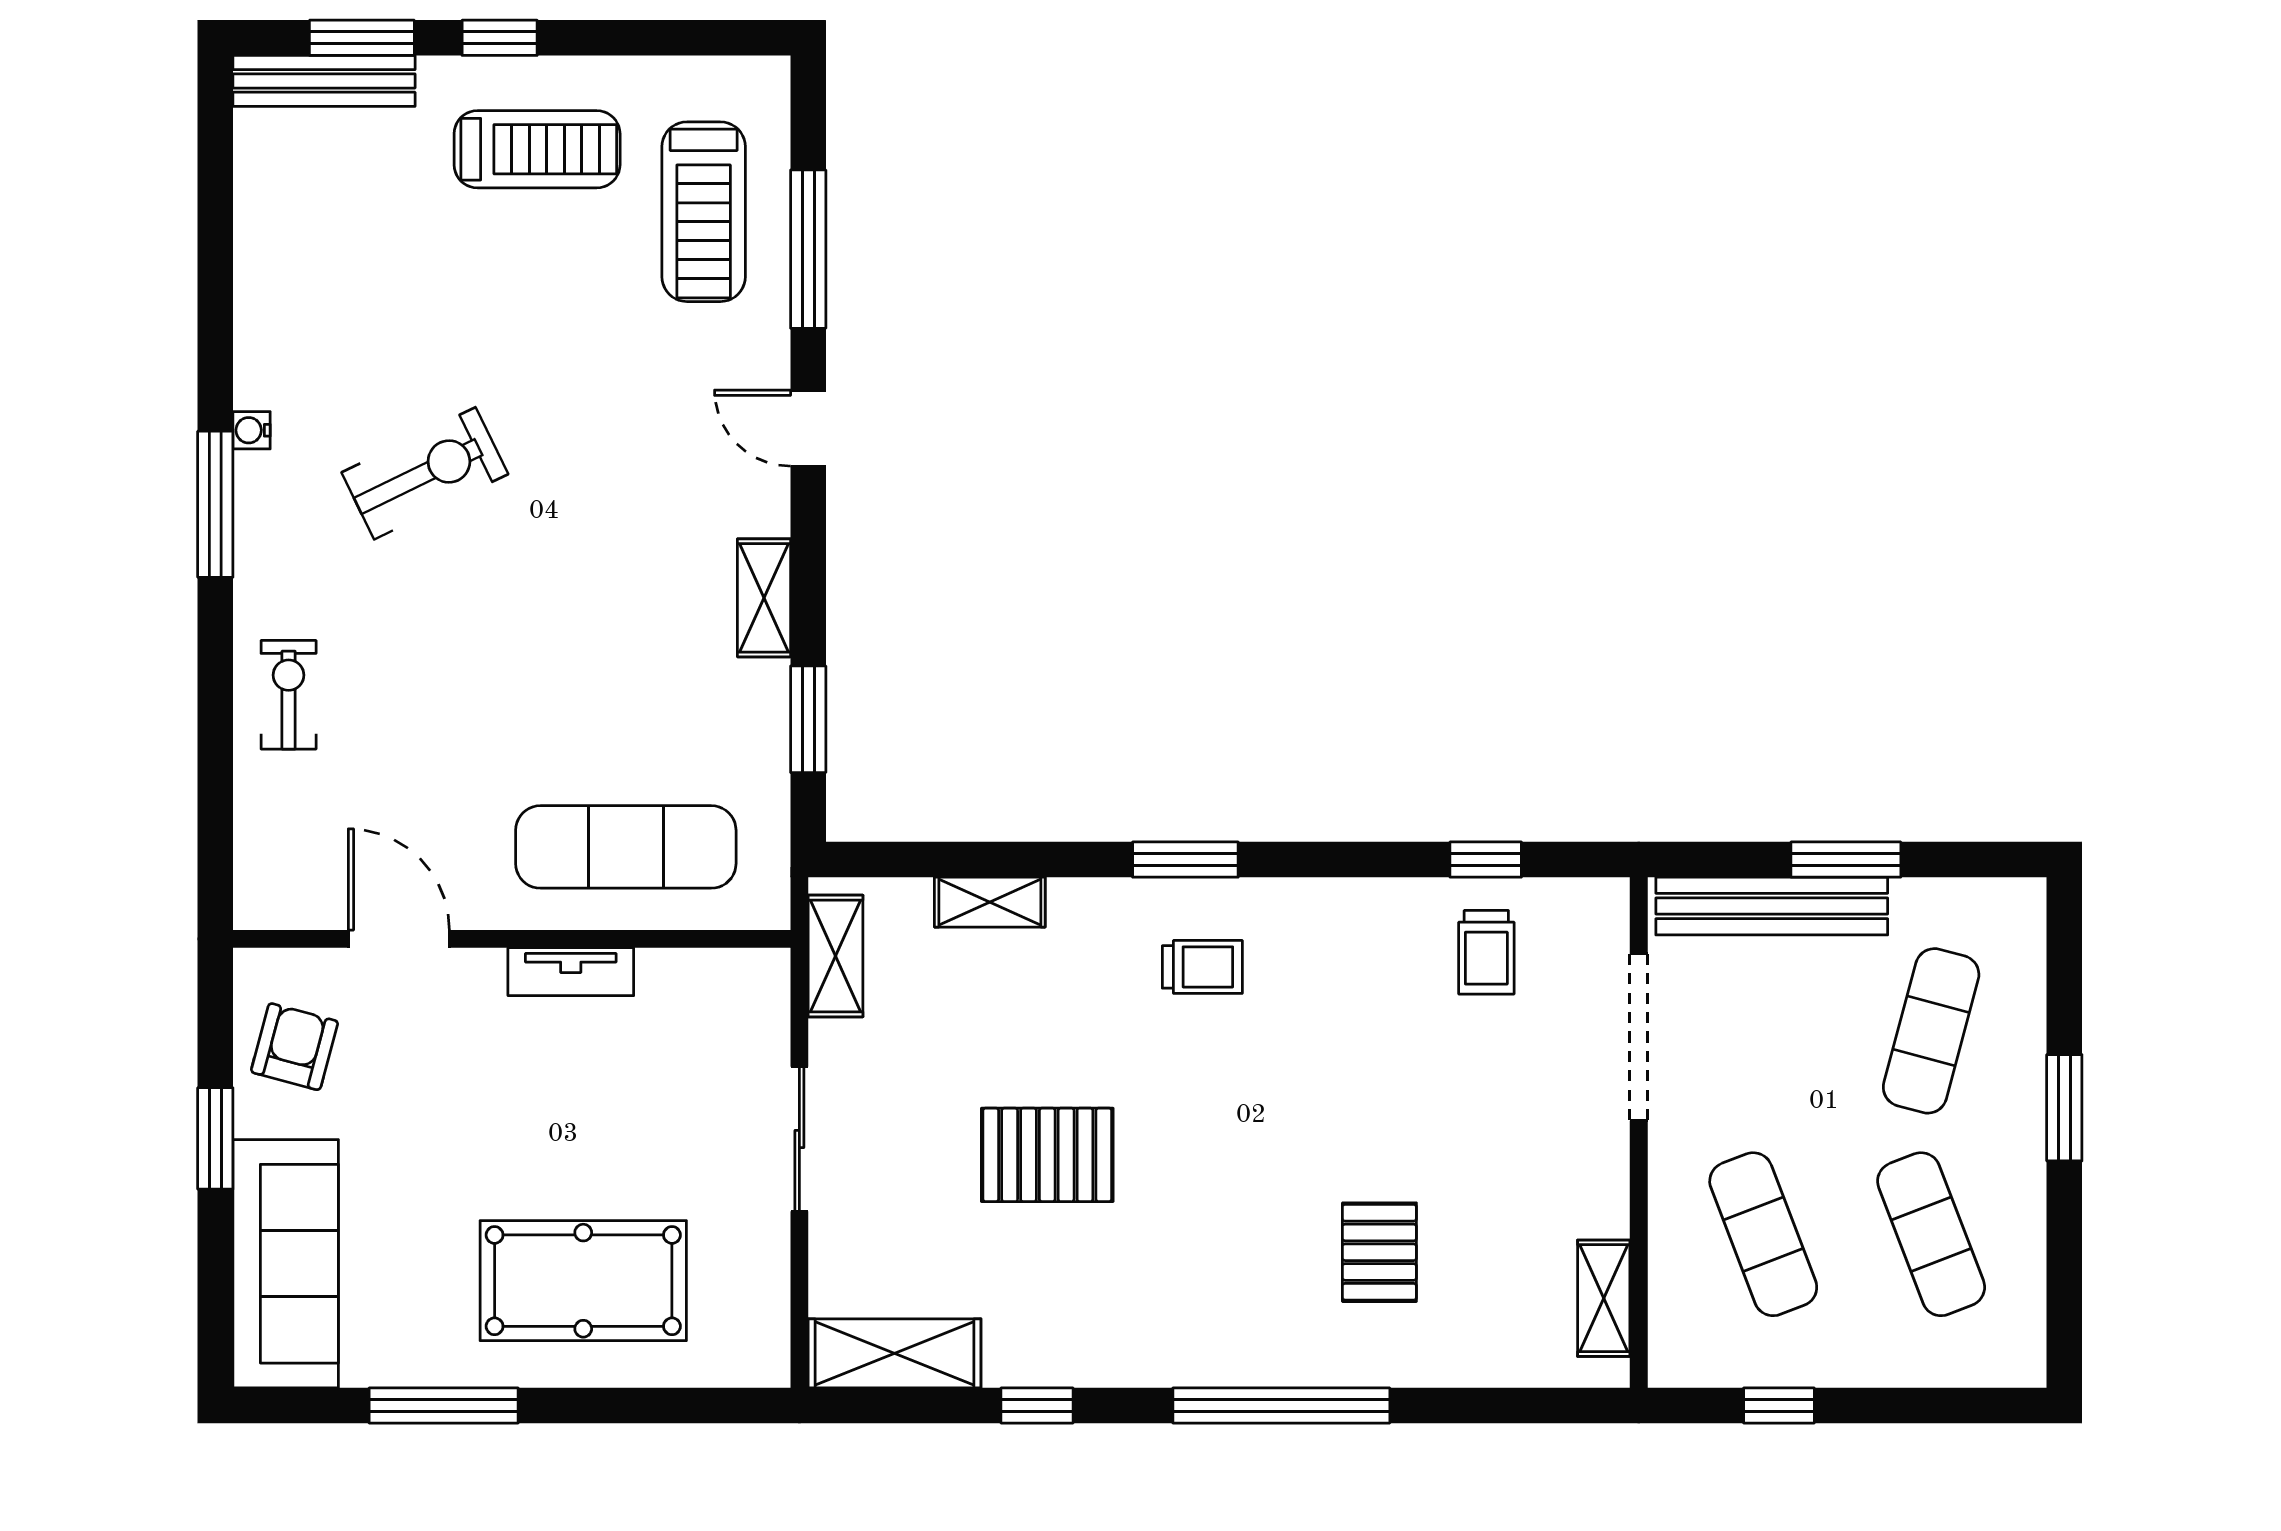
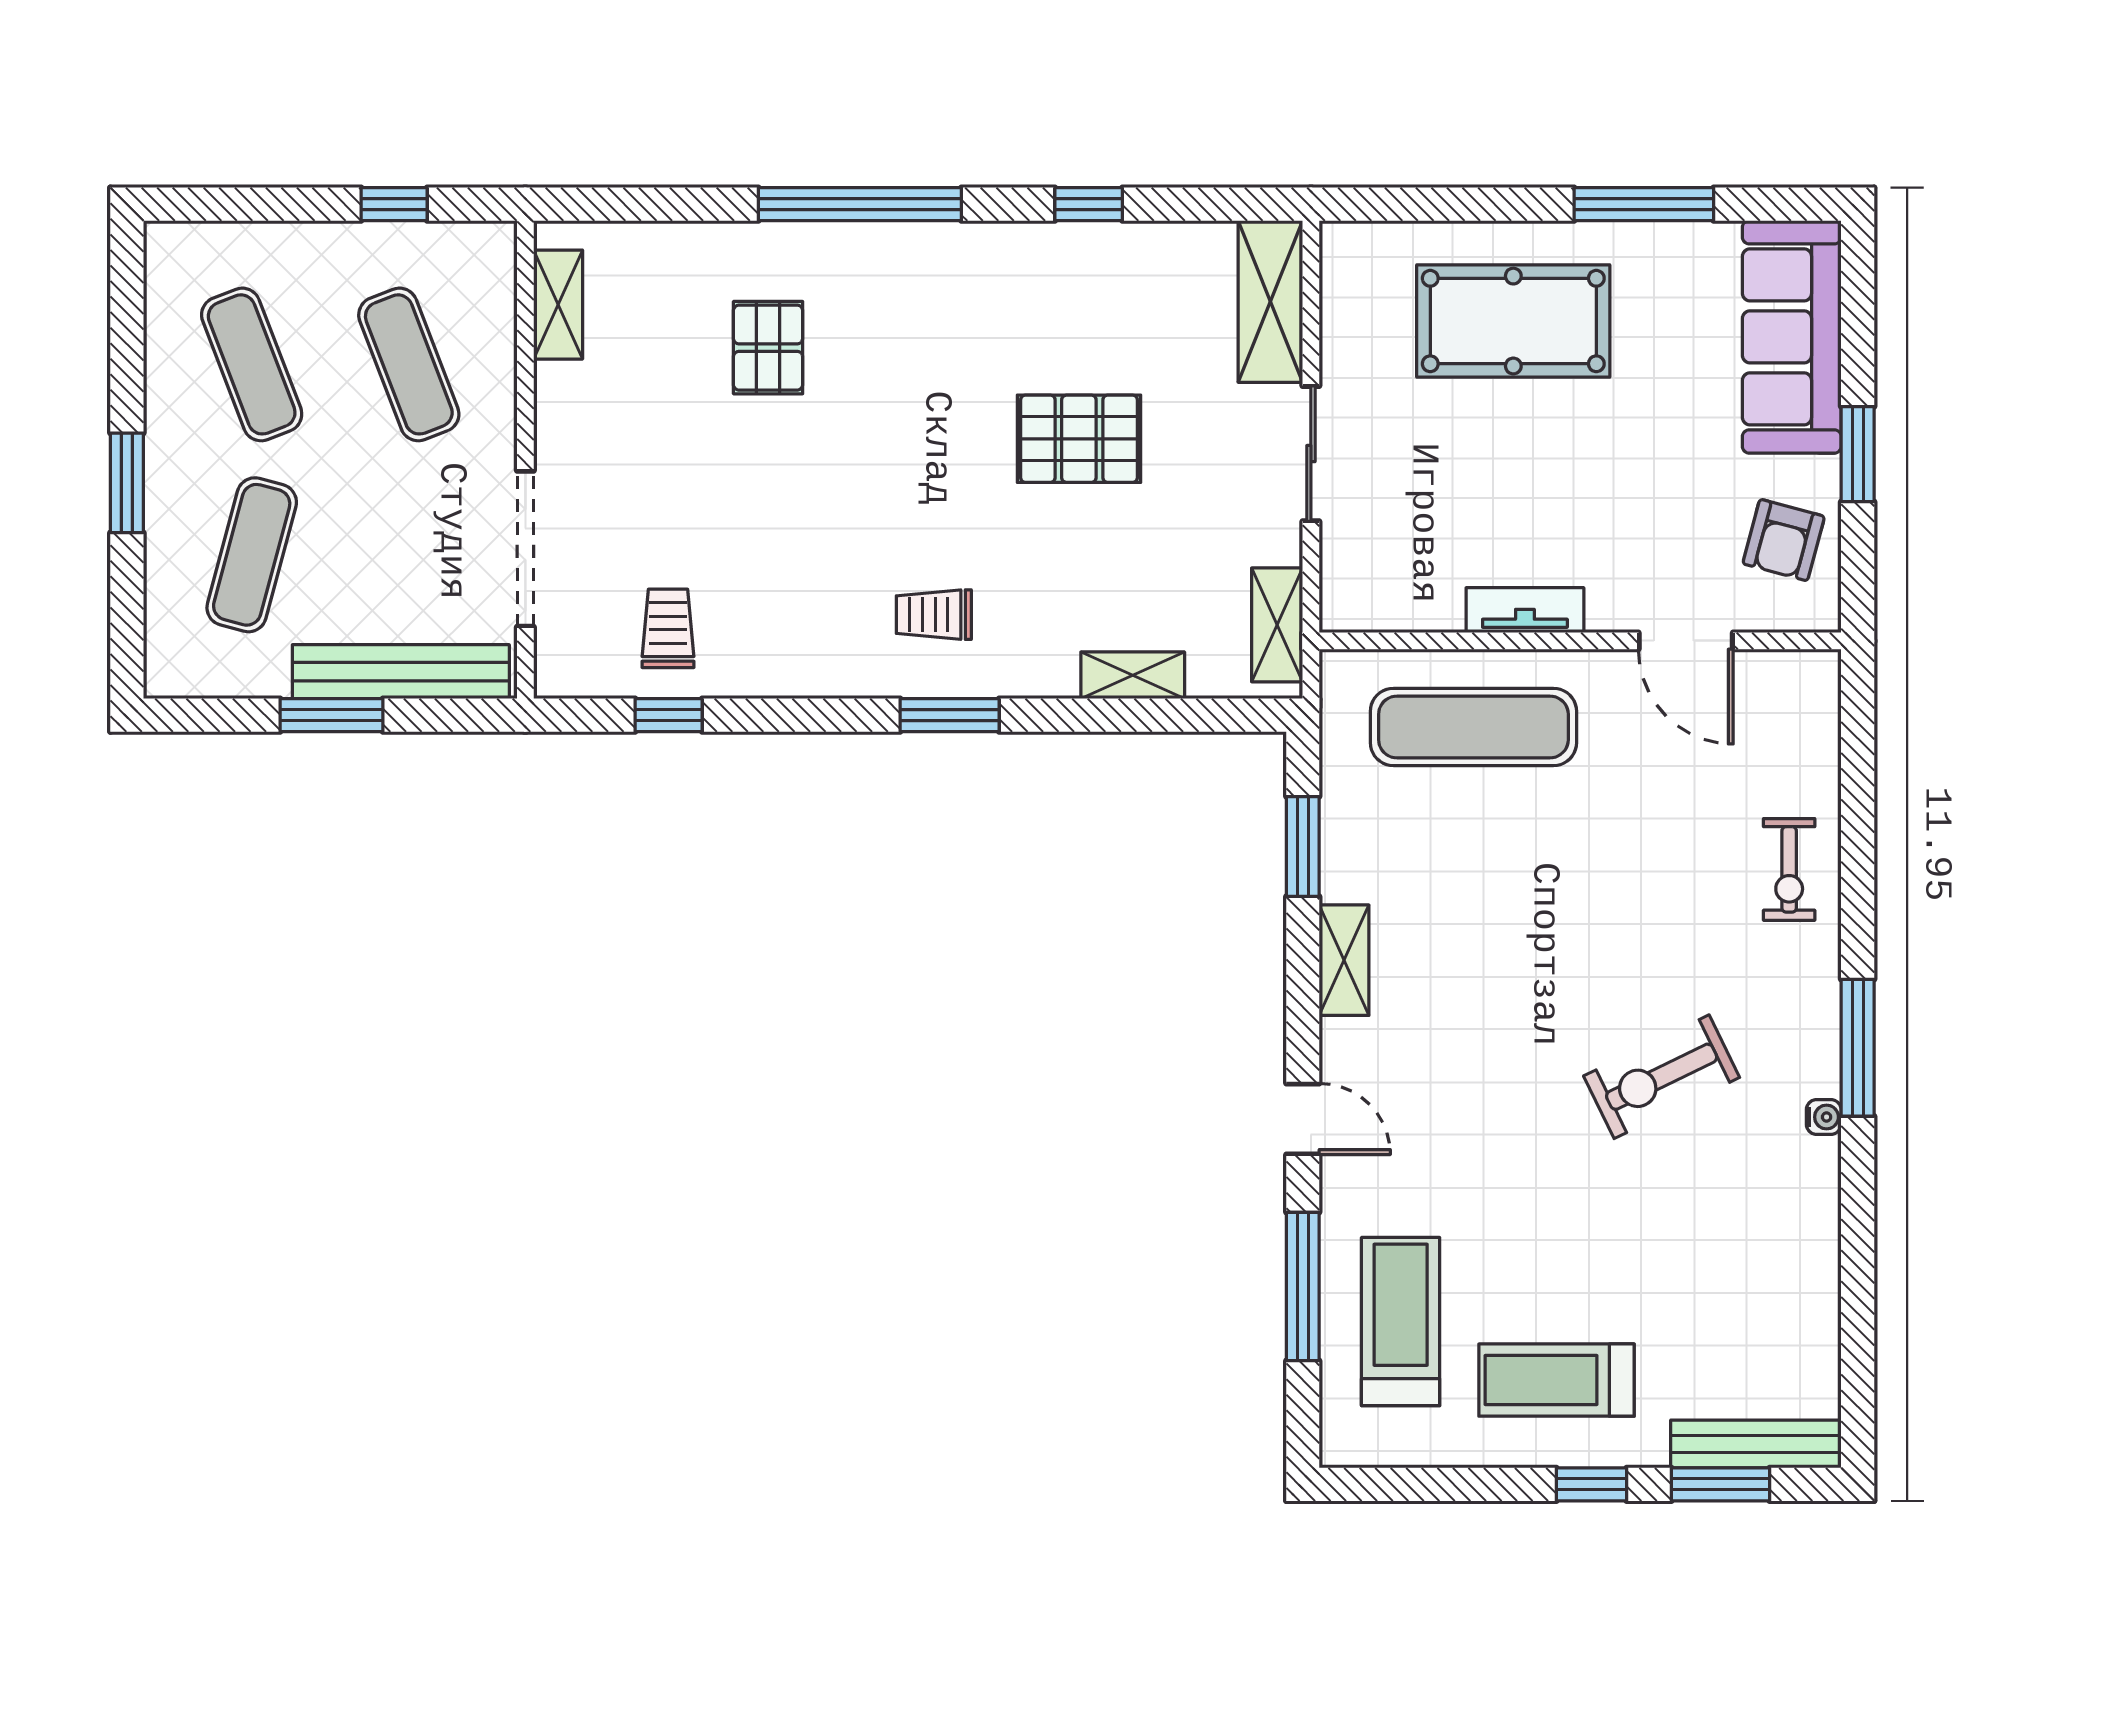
shelving: (895, 1353) -> (1270, 301), moved, turned 90

